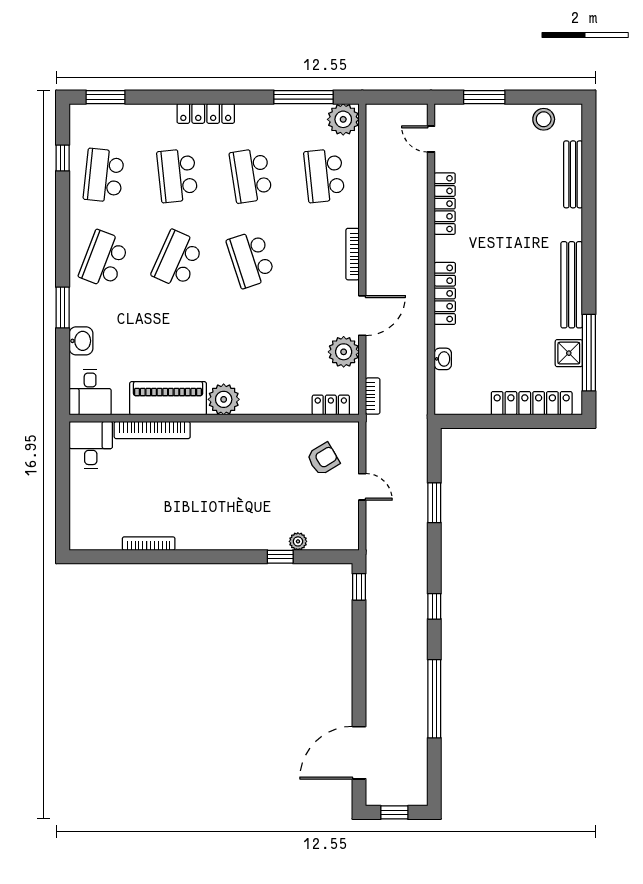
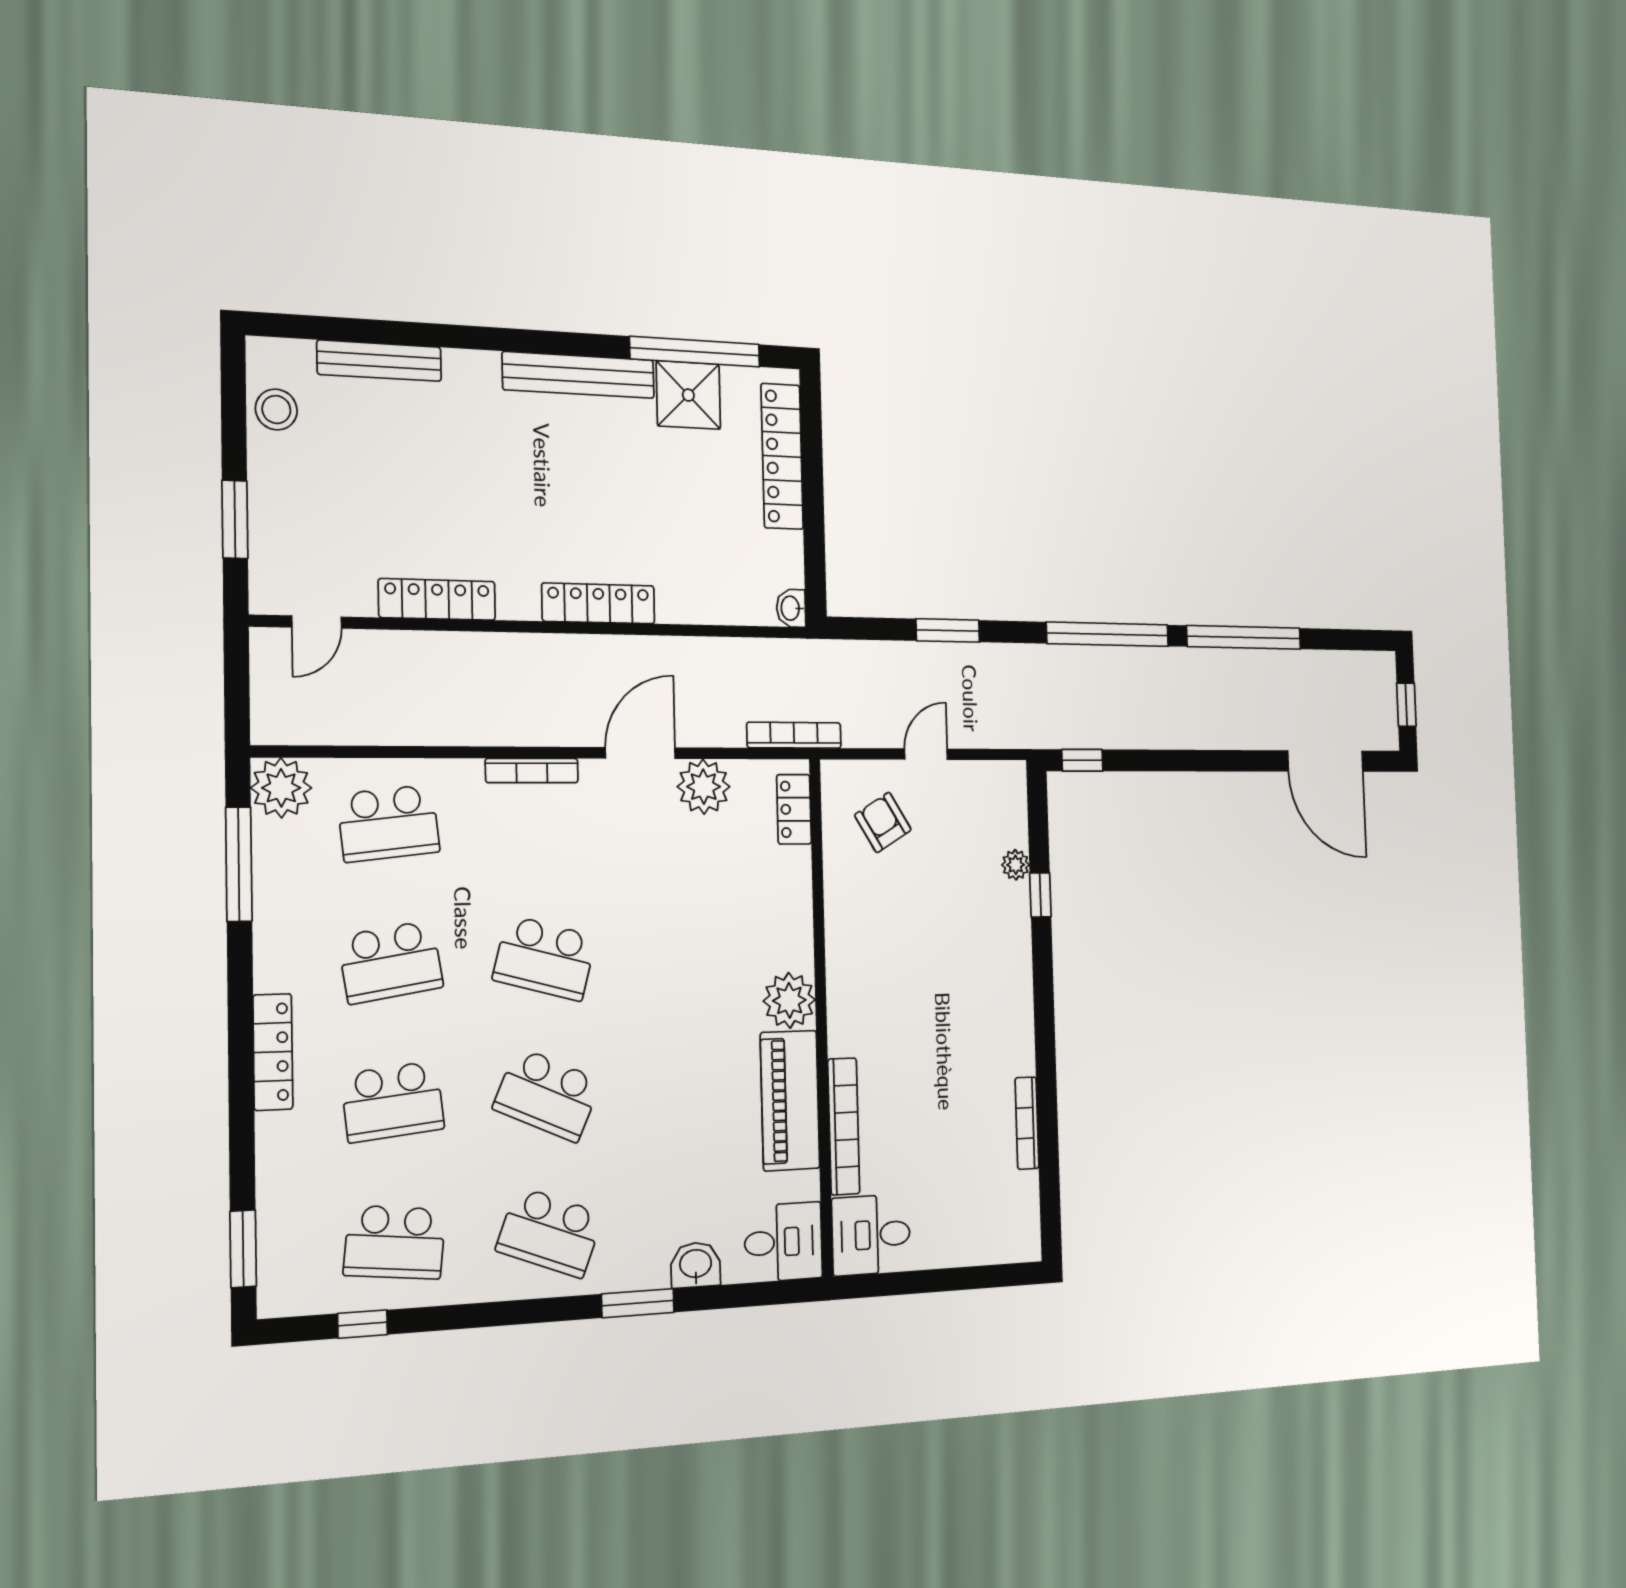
school desk: (251, 259) -> (545, 958), turned 33
door: (362, 316) -> (640, 753), hinge flipped
shower: (569, 353) -> (688, 395), width x1.36, depth x1.36
washbasin: (443, 359) -> (791, 608), moved, turned -90
bookcase: (373, 396) -> (794, 735), width x1.56
window: (434, 606) -> (1108, 634), width x3.17

